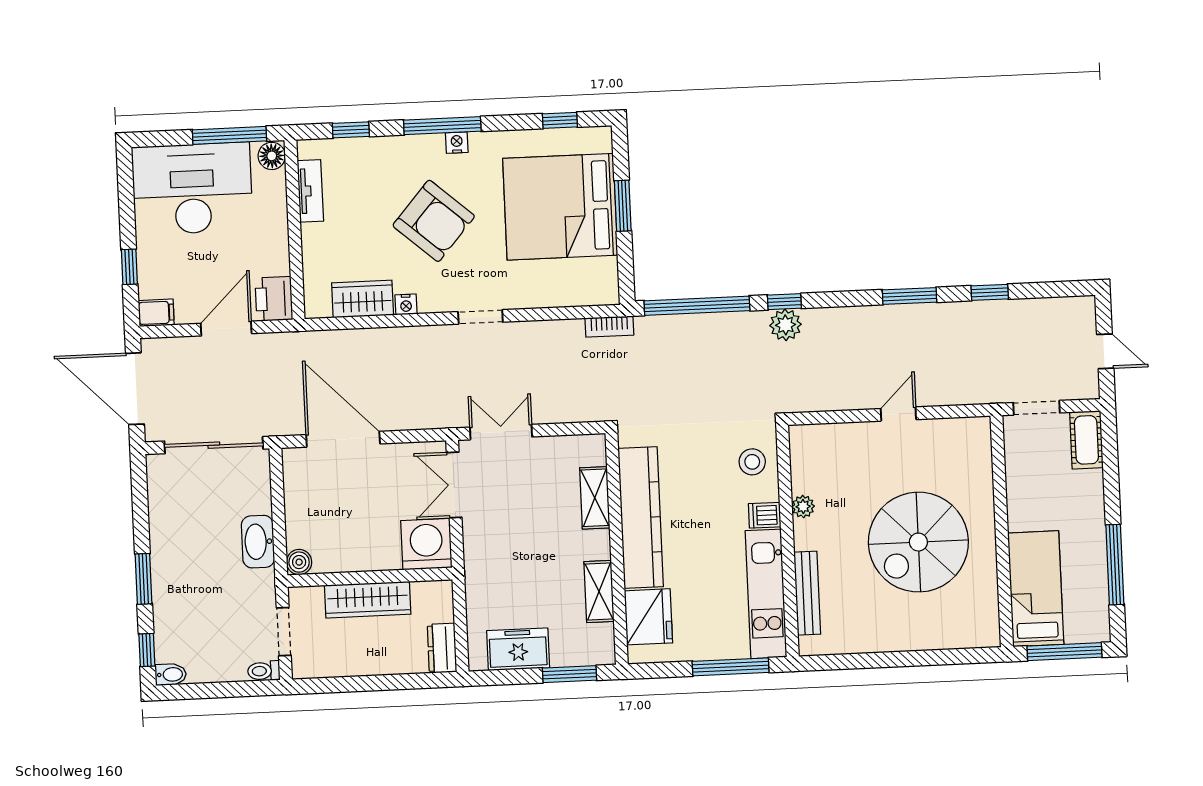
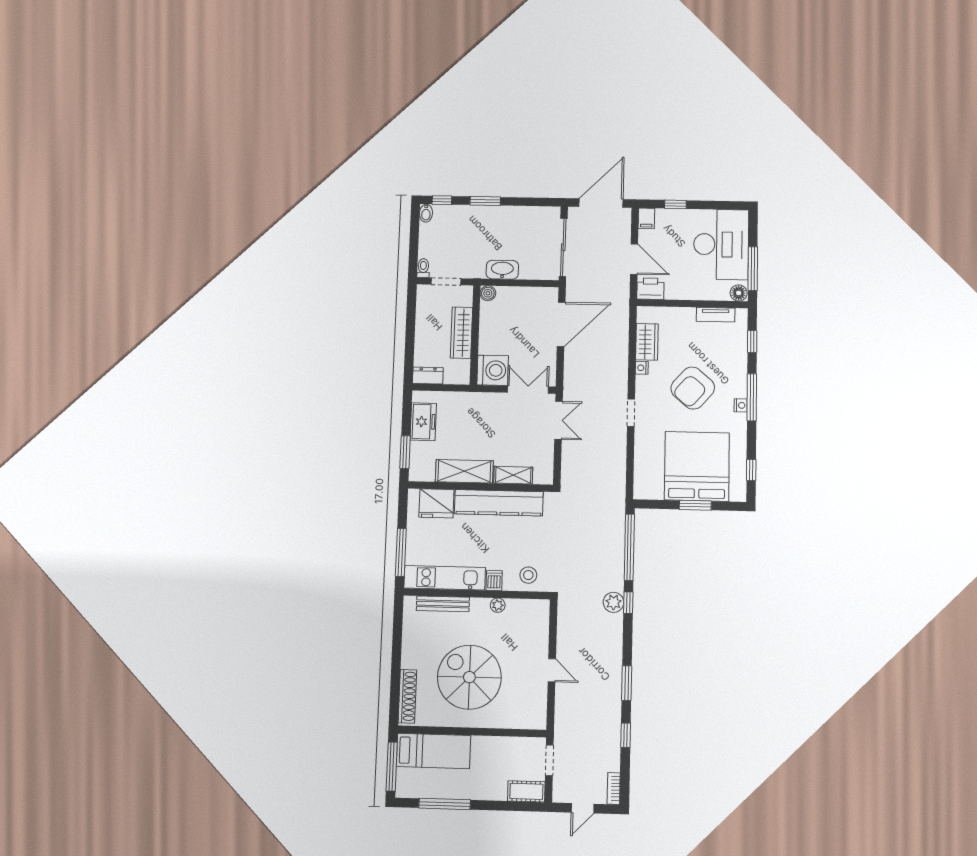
bookcase: (609, 327) -> (614, 788), moved
shelving: (599, 591) -> (464, 471), width x1.50, depth x1.33
shoe rack: (955, 637) -> (407, 696), added

